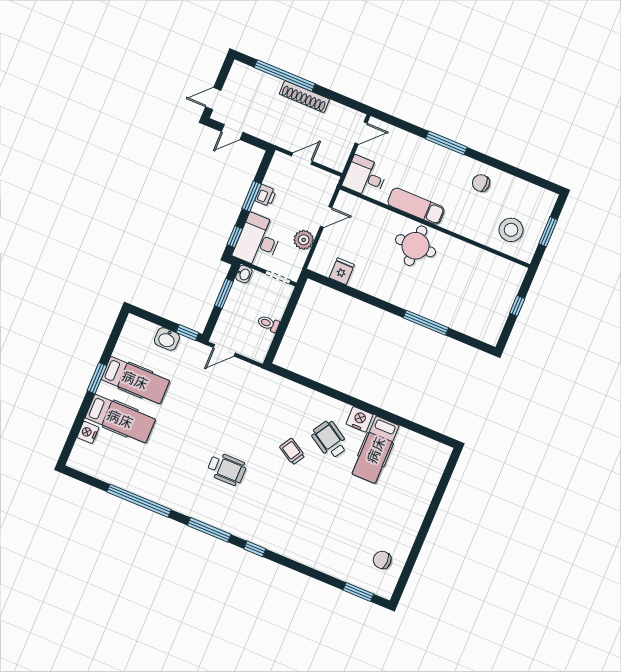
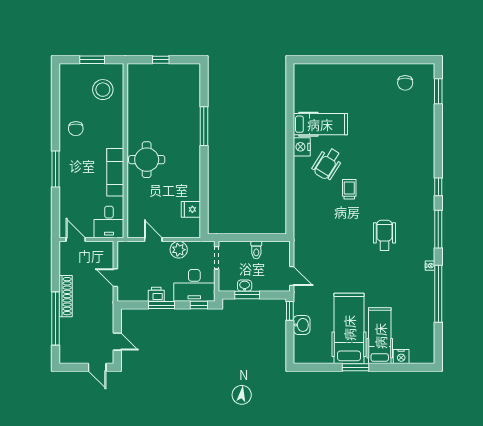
washbasin: (244, 274) -> (245, 286), moved
hospital bed: (135, 380) -> (349, 328), width x1.37, depth x1.29
trolley: (292, 452) -> (349, 189), turned 149
nightstand: (173, 505) -> (430, 266), added

